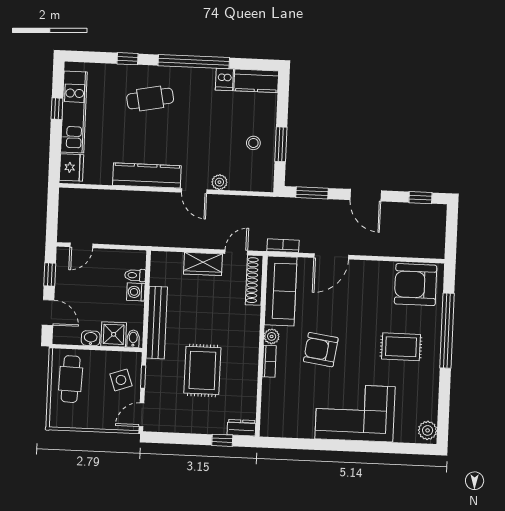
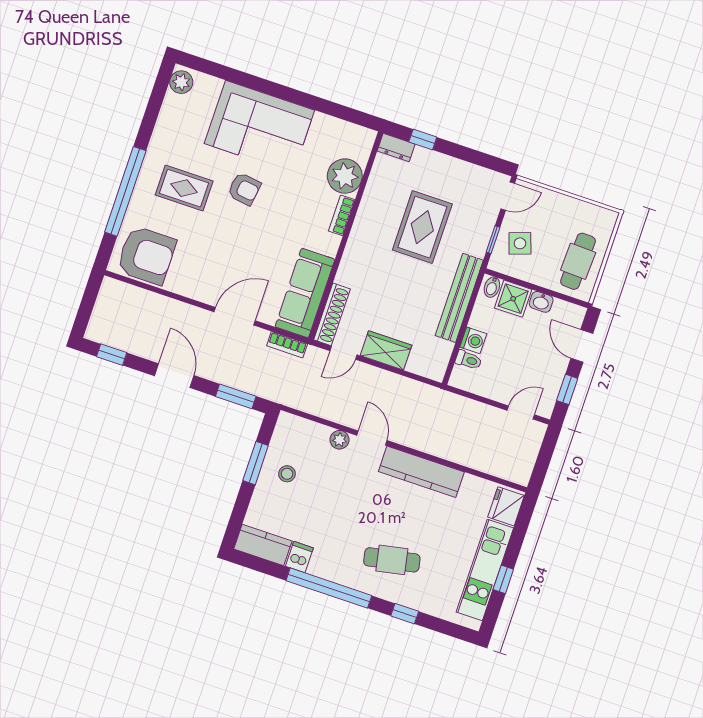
plant: (272, 336) -> (345, 176), moved, width x1.87, depth x1.87
armchair: (321, 350) -> (244, 189), moved, width x0.72, depth x0.72

